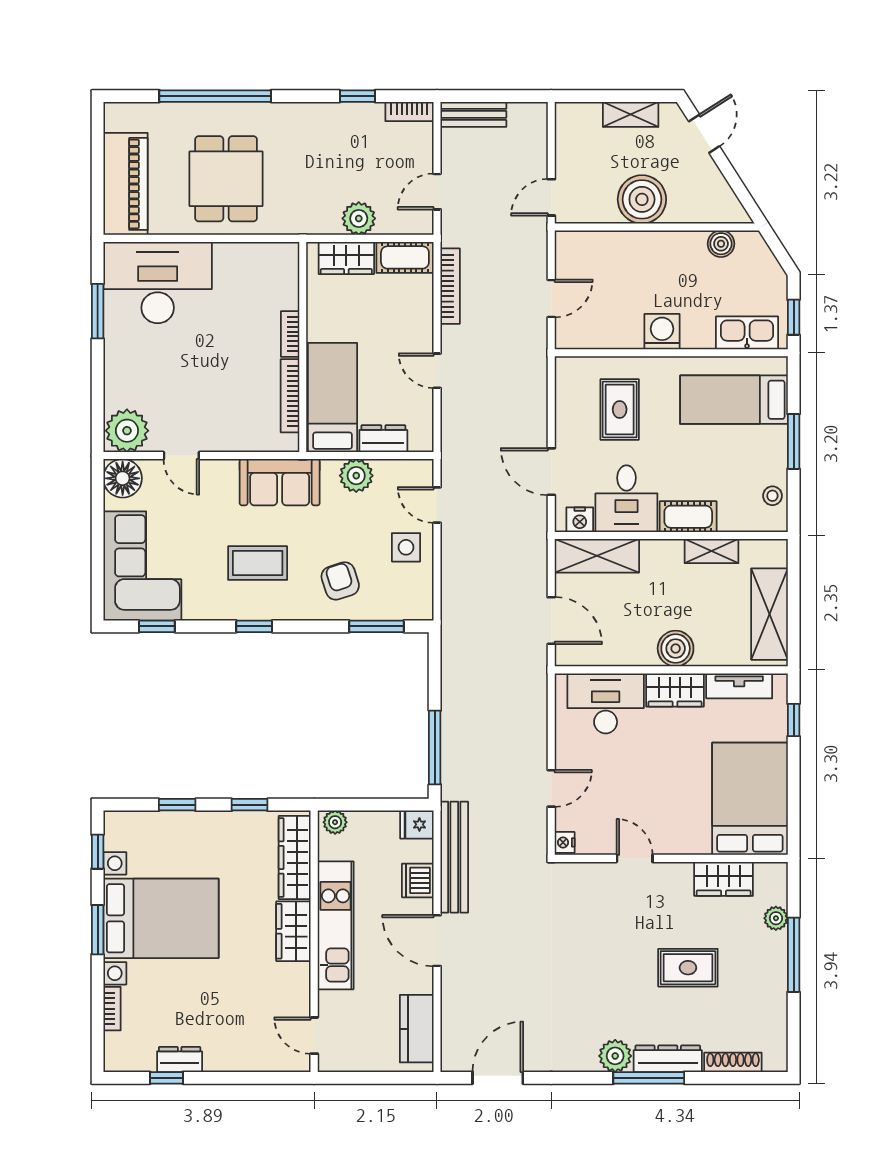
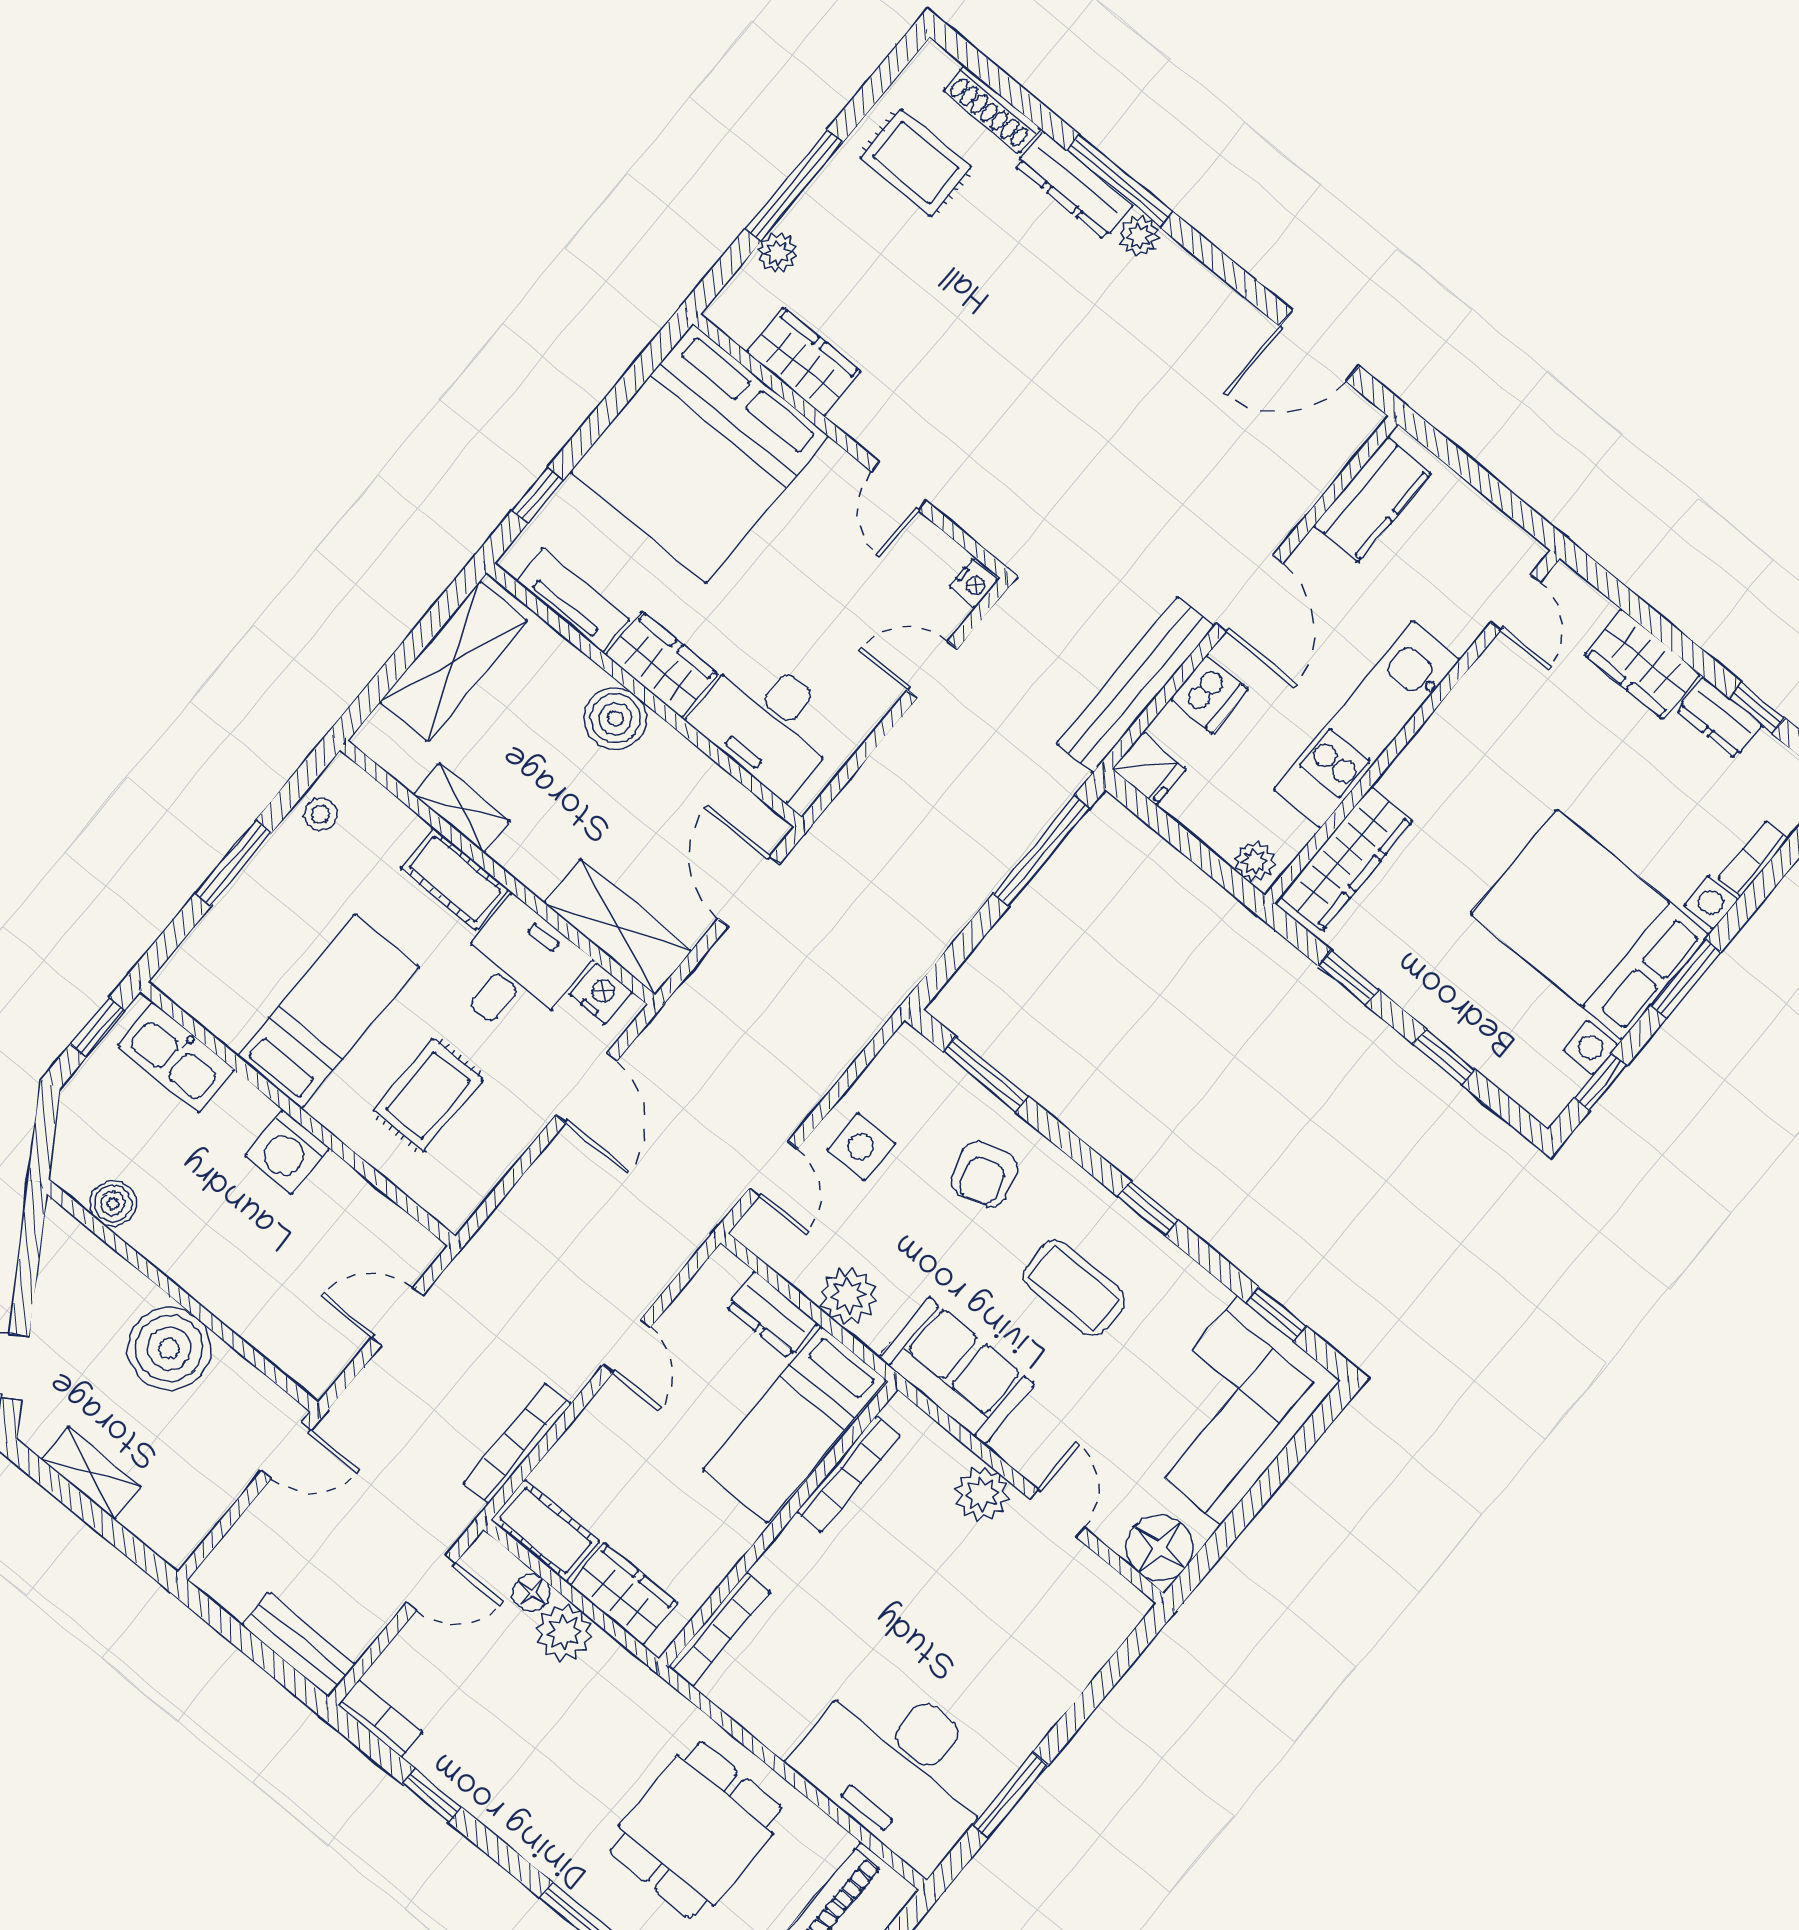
floor lamp: (388, 224) -> (531, 1593), added
bookcase: (290, 334) -> (719, 1629), moved, width x1.56
bed: (734, 400) -> (328, 1011), moved, turned -90
plant: (127, 431) -> (982, 1494), moved, width x0.73, depth x0.73
bed: (750, 799) -> (700, 454), width x1.36
wardrobe: (293, 931) -> (1642, 664), moved, turned 90
rug: (688, 968) -> (916, 163), moved
plant: (615, 1056) -> (1139, 236), width x0.73, depth x0.73

